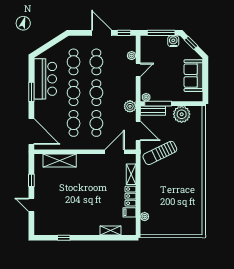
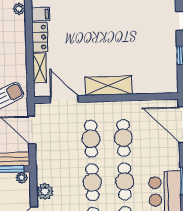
plant: (130, 106) -> (45, 191), moved
door: (115, 152) -> (64, 99), swing flipped
shelving: (60, 161) -> (109, 86), moved

